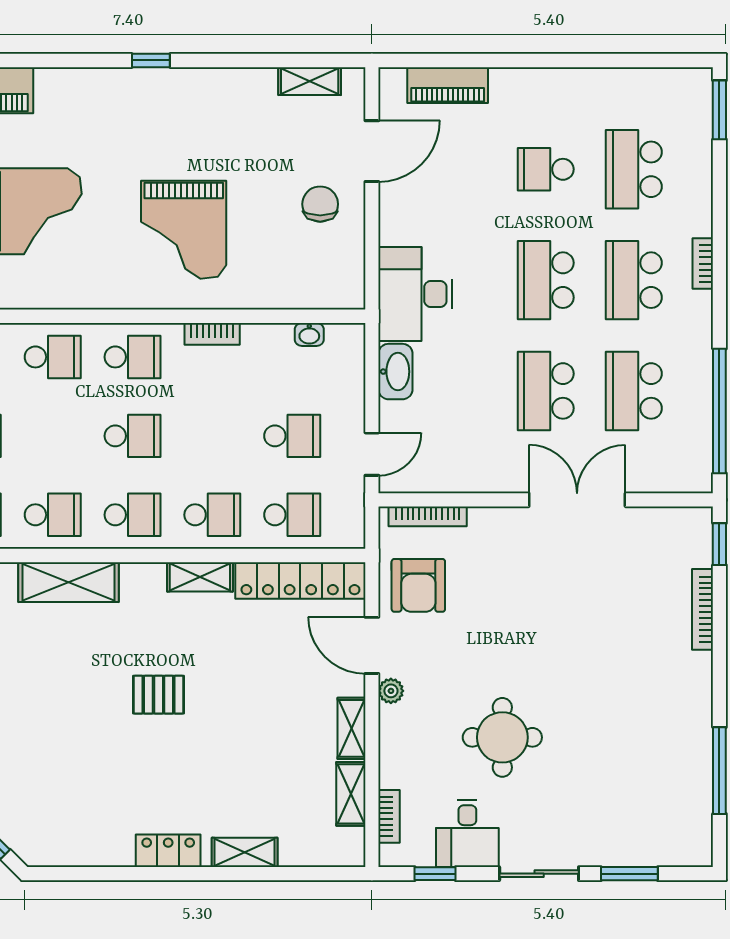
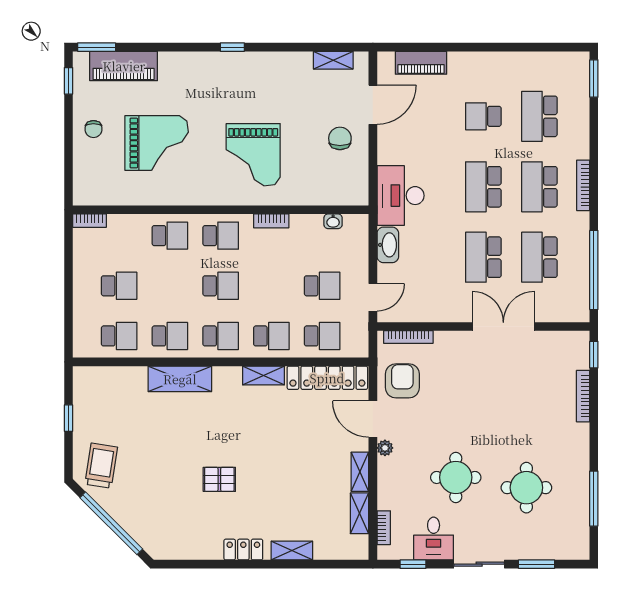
bookcase: (703, 264) -> (583, 185), width x1.56
armchair: (418, 585) -> (402, 381), turned 180
pallet: (159, 695) -> (219, 479), moved
round table: (613, 753) -> (526, 488), added

